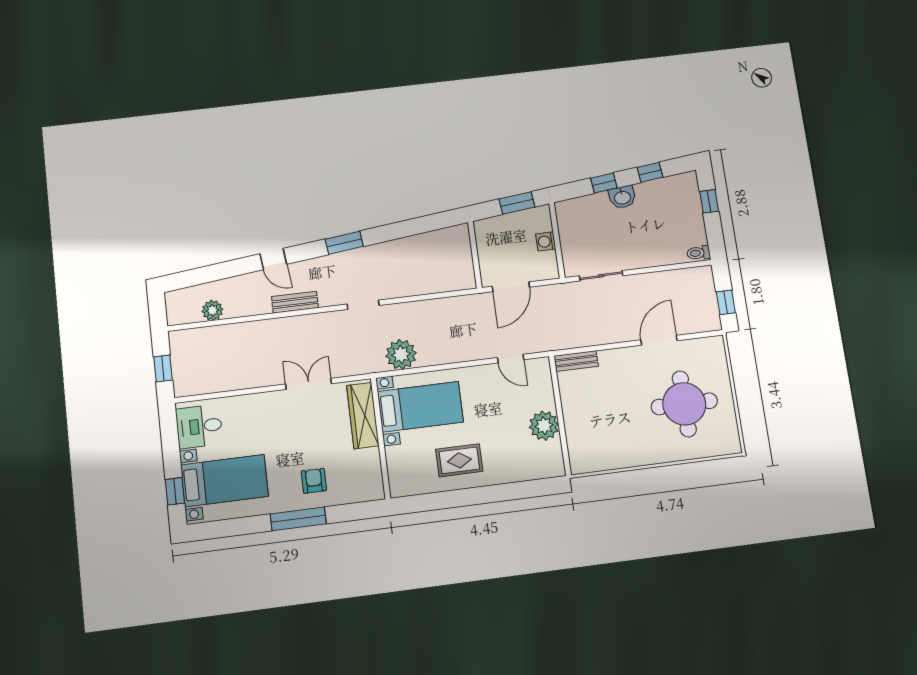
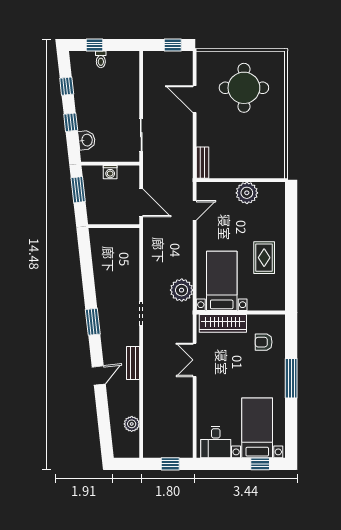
washbasin: (622, 197) -> (87, 140), moved
toilet: (698, 253) -> (101, 59), moved
armchair: (314, 481) -> (264, 342), moved

